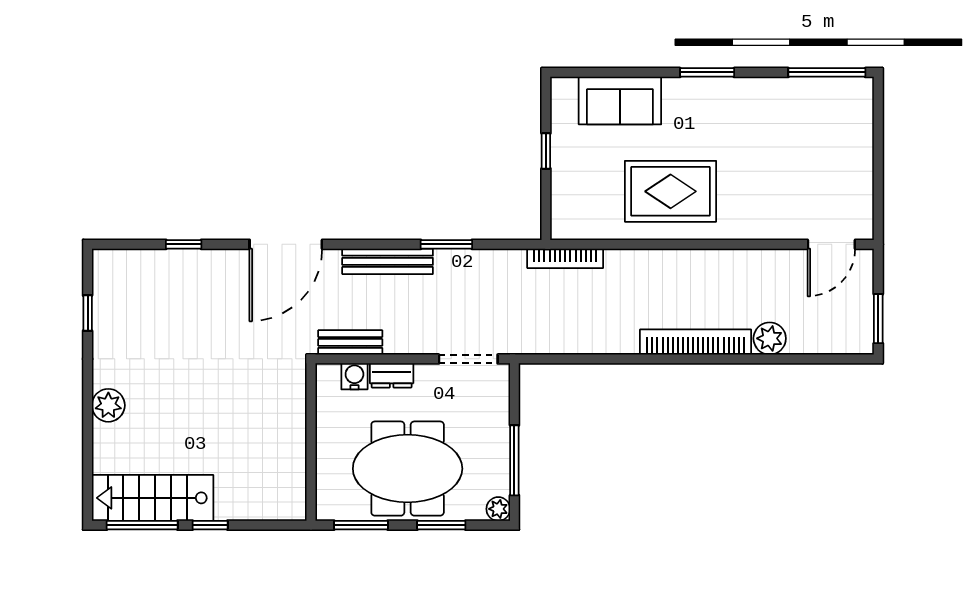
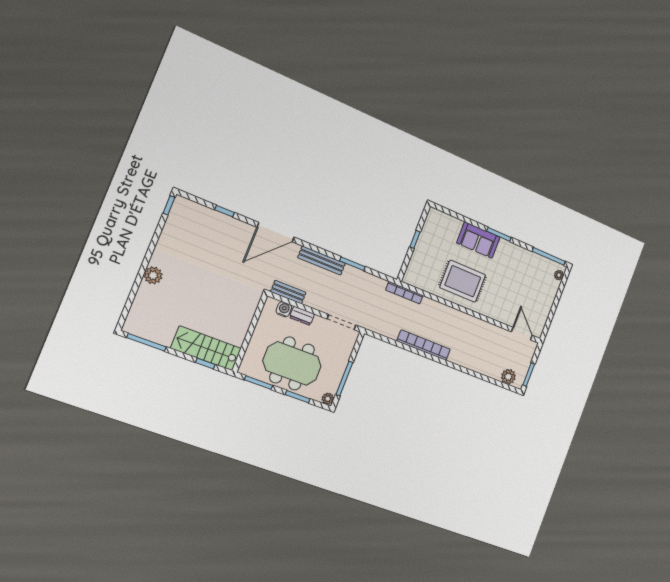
plant: (863, 100) -> (559, 275), added
sofa: (620, 101) -> (478, 240), moved
door: (831, 244) -> (522, 334), swing flipped
window: (88, 313) -> (169, 205), moved
plant: (770, 338) -> (508, 377), moved
bookcase: (696, 342) -> (424, 345), moved
stairs: (153, 498) -> (206, 348), moved
window: (210, 525) -> (205, 363), moved

